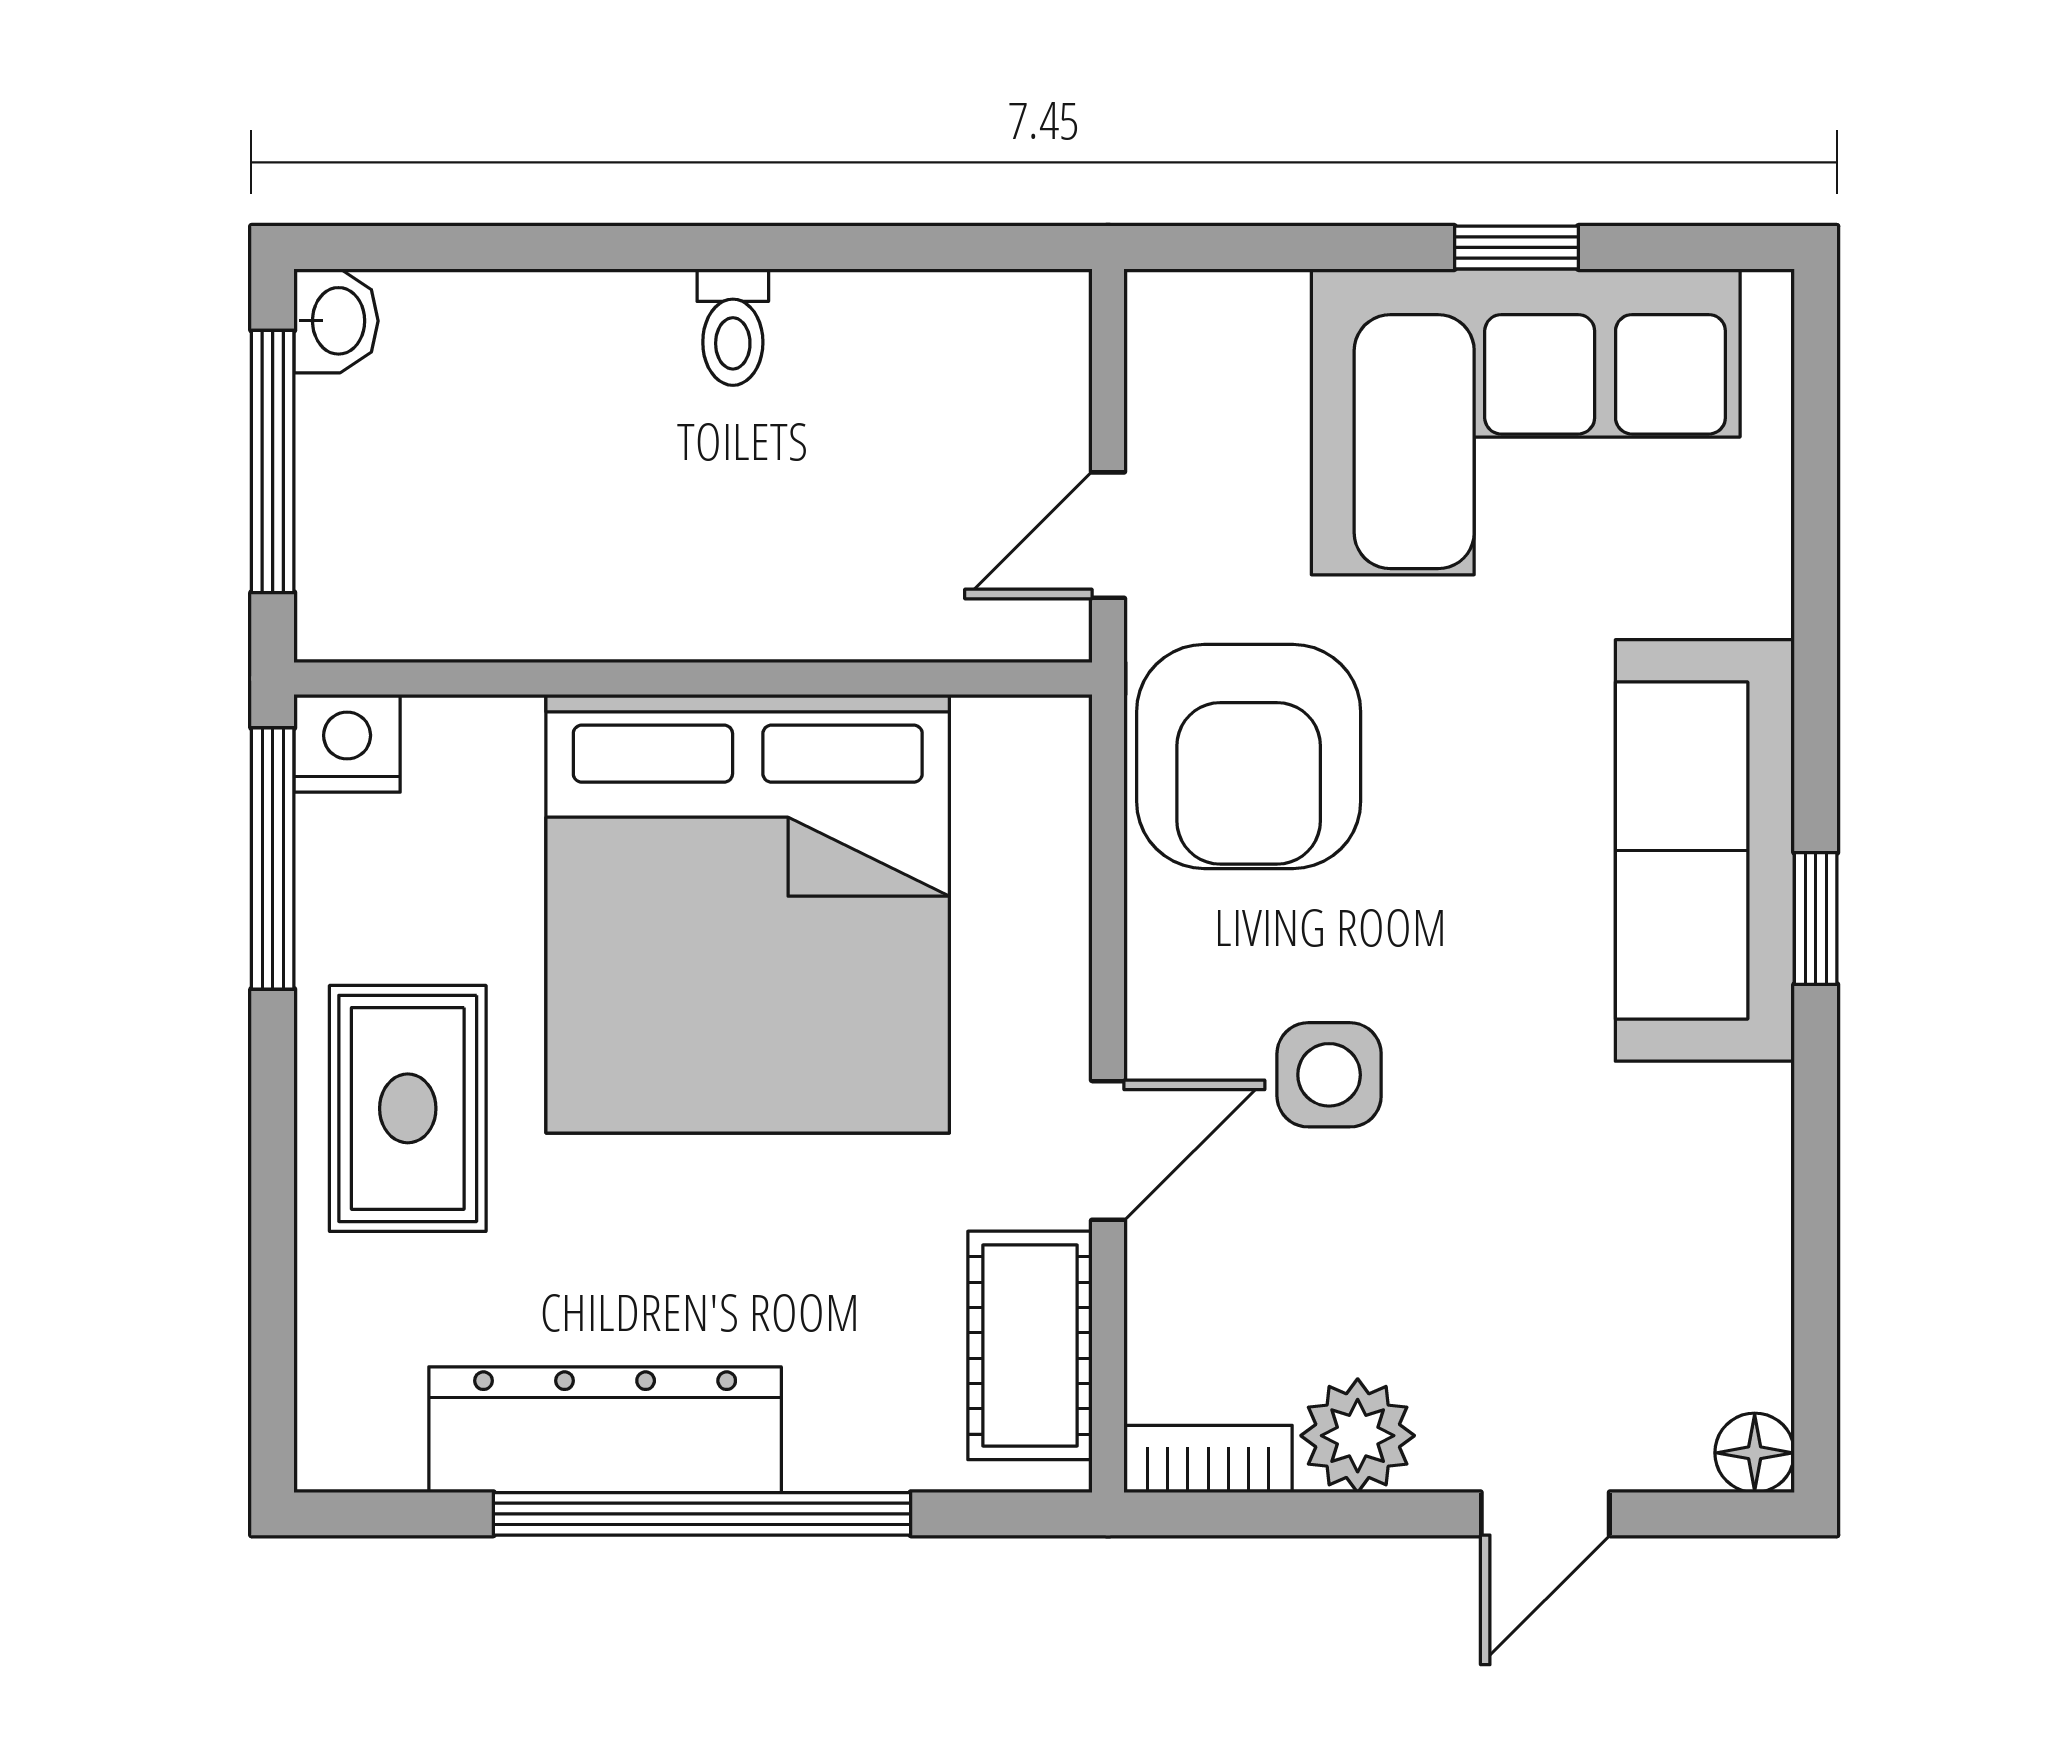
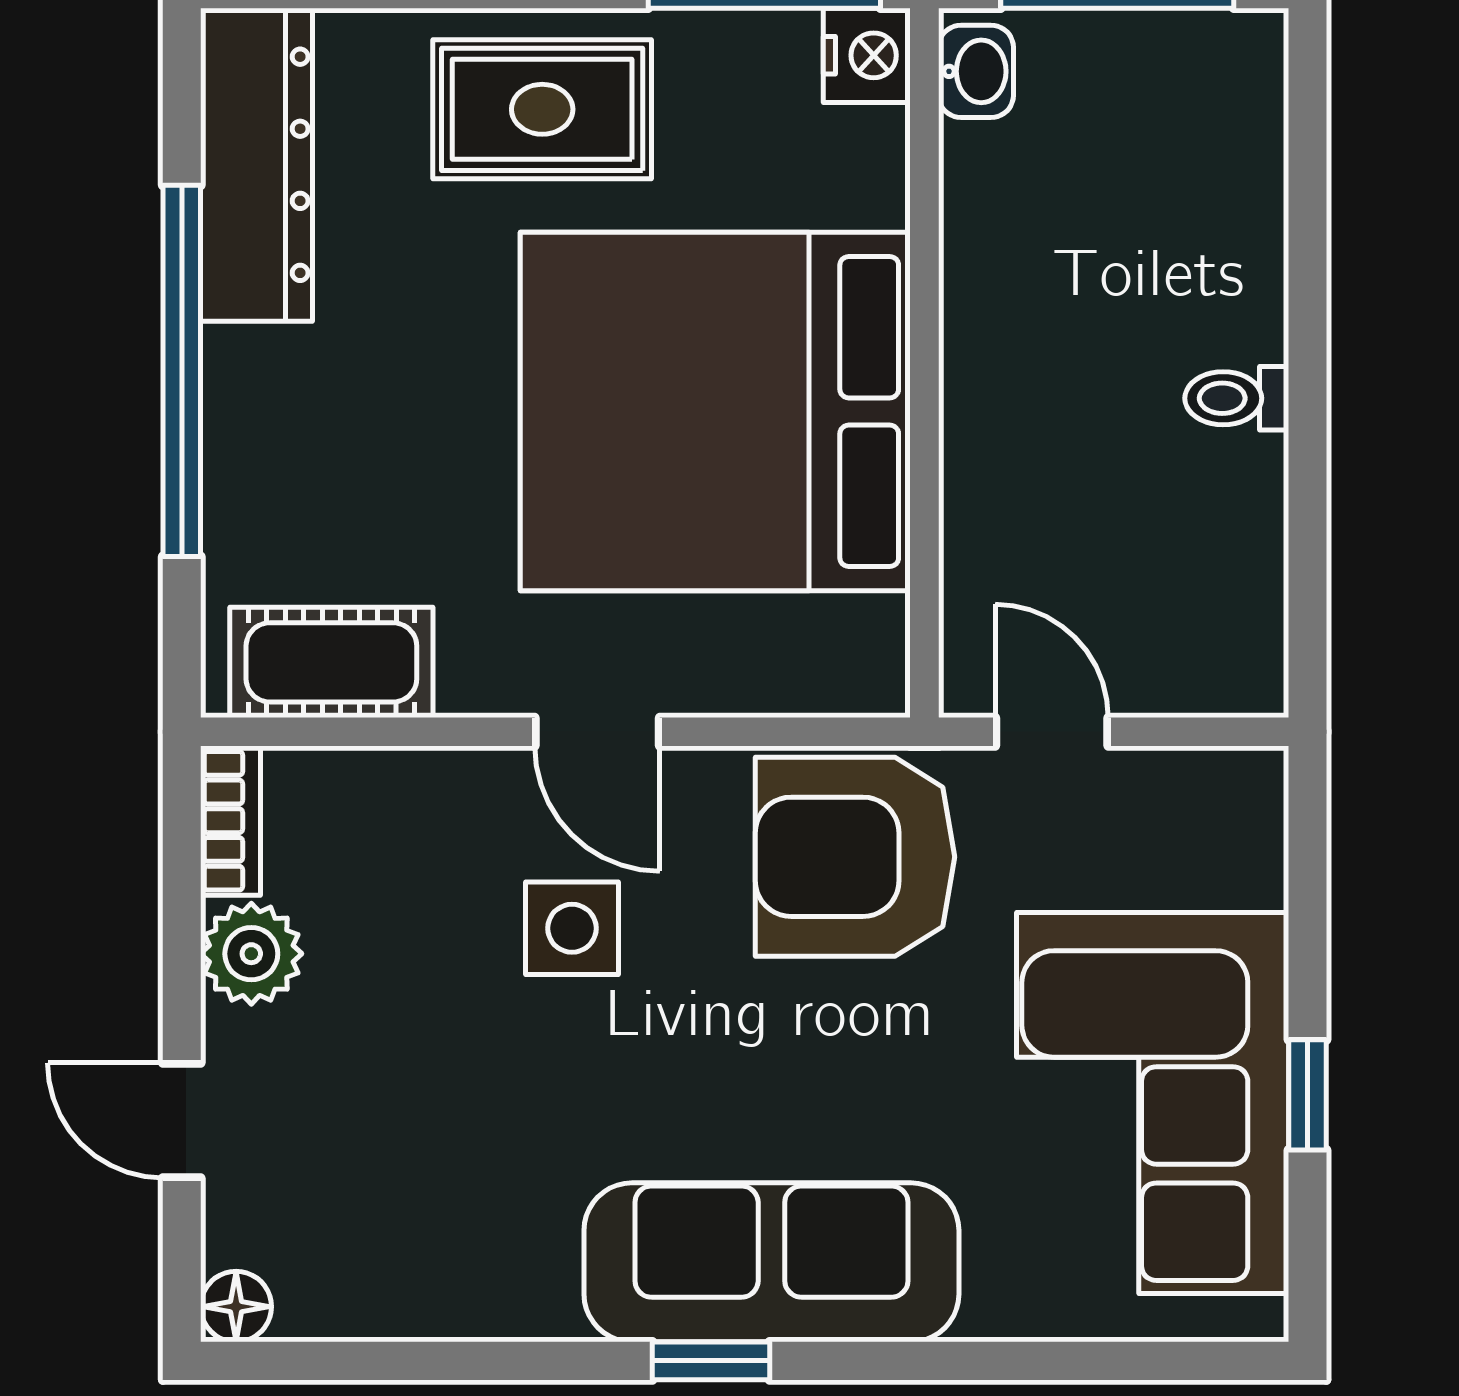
washbasin: (336, 321) -> (976, 71), moved, turned -90
door: (1108, 1150) -> (597, 732), moved
dresser: (605, 1430) -> (257, 165), moved

